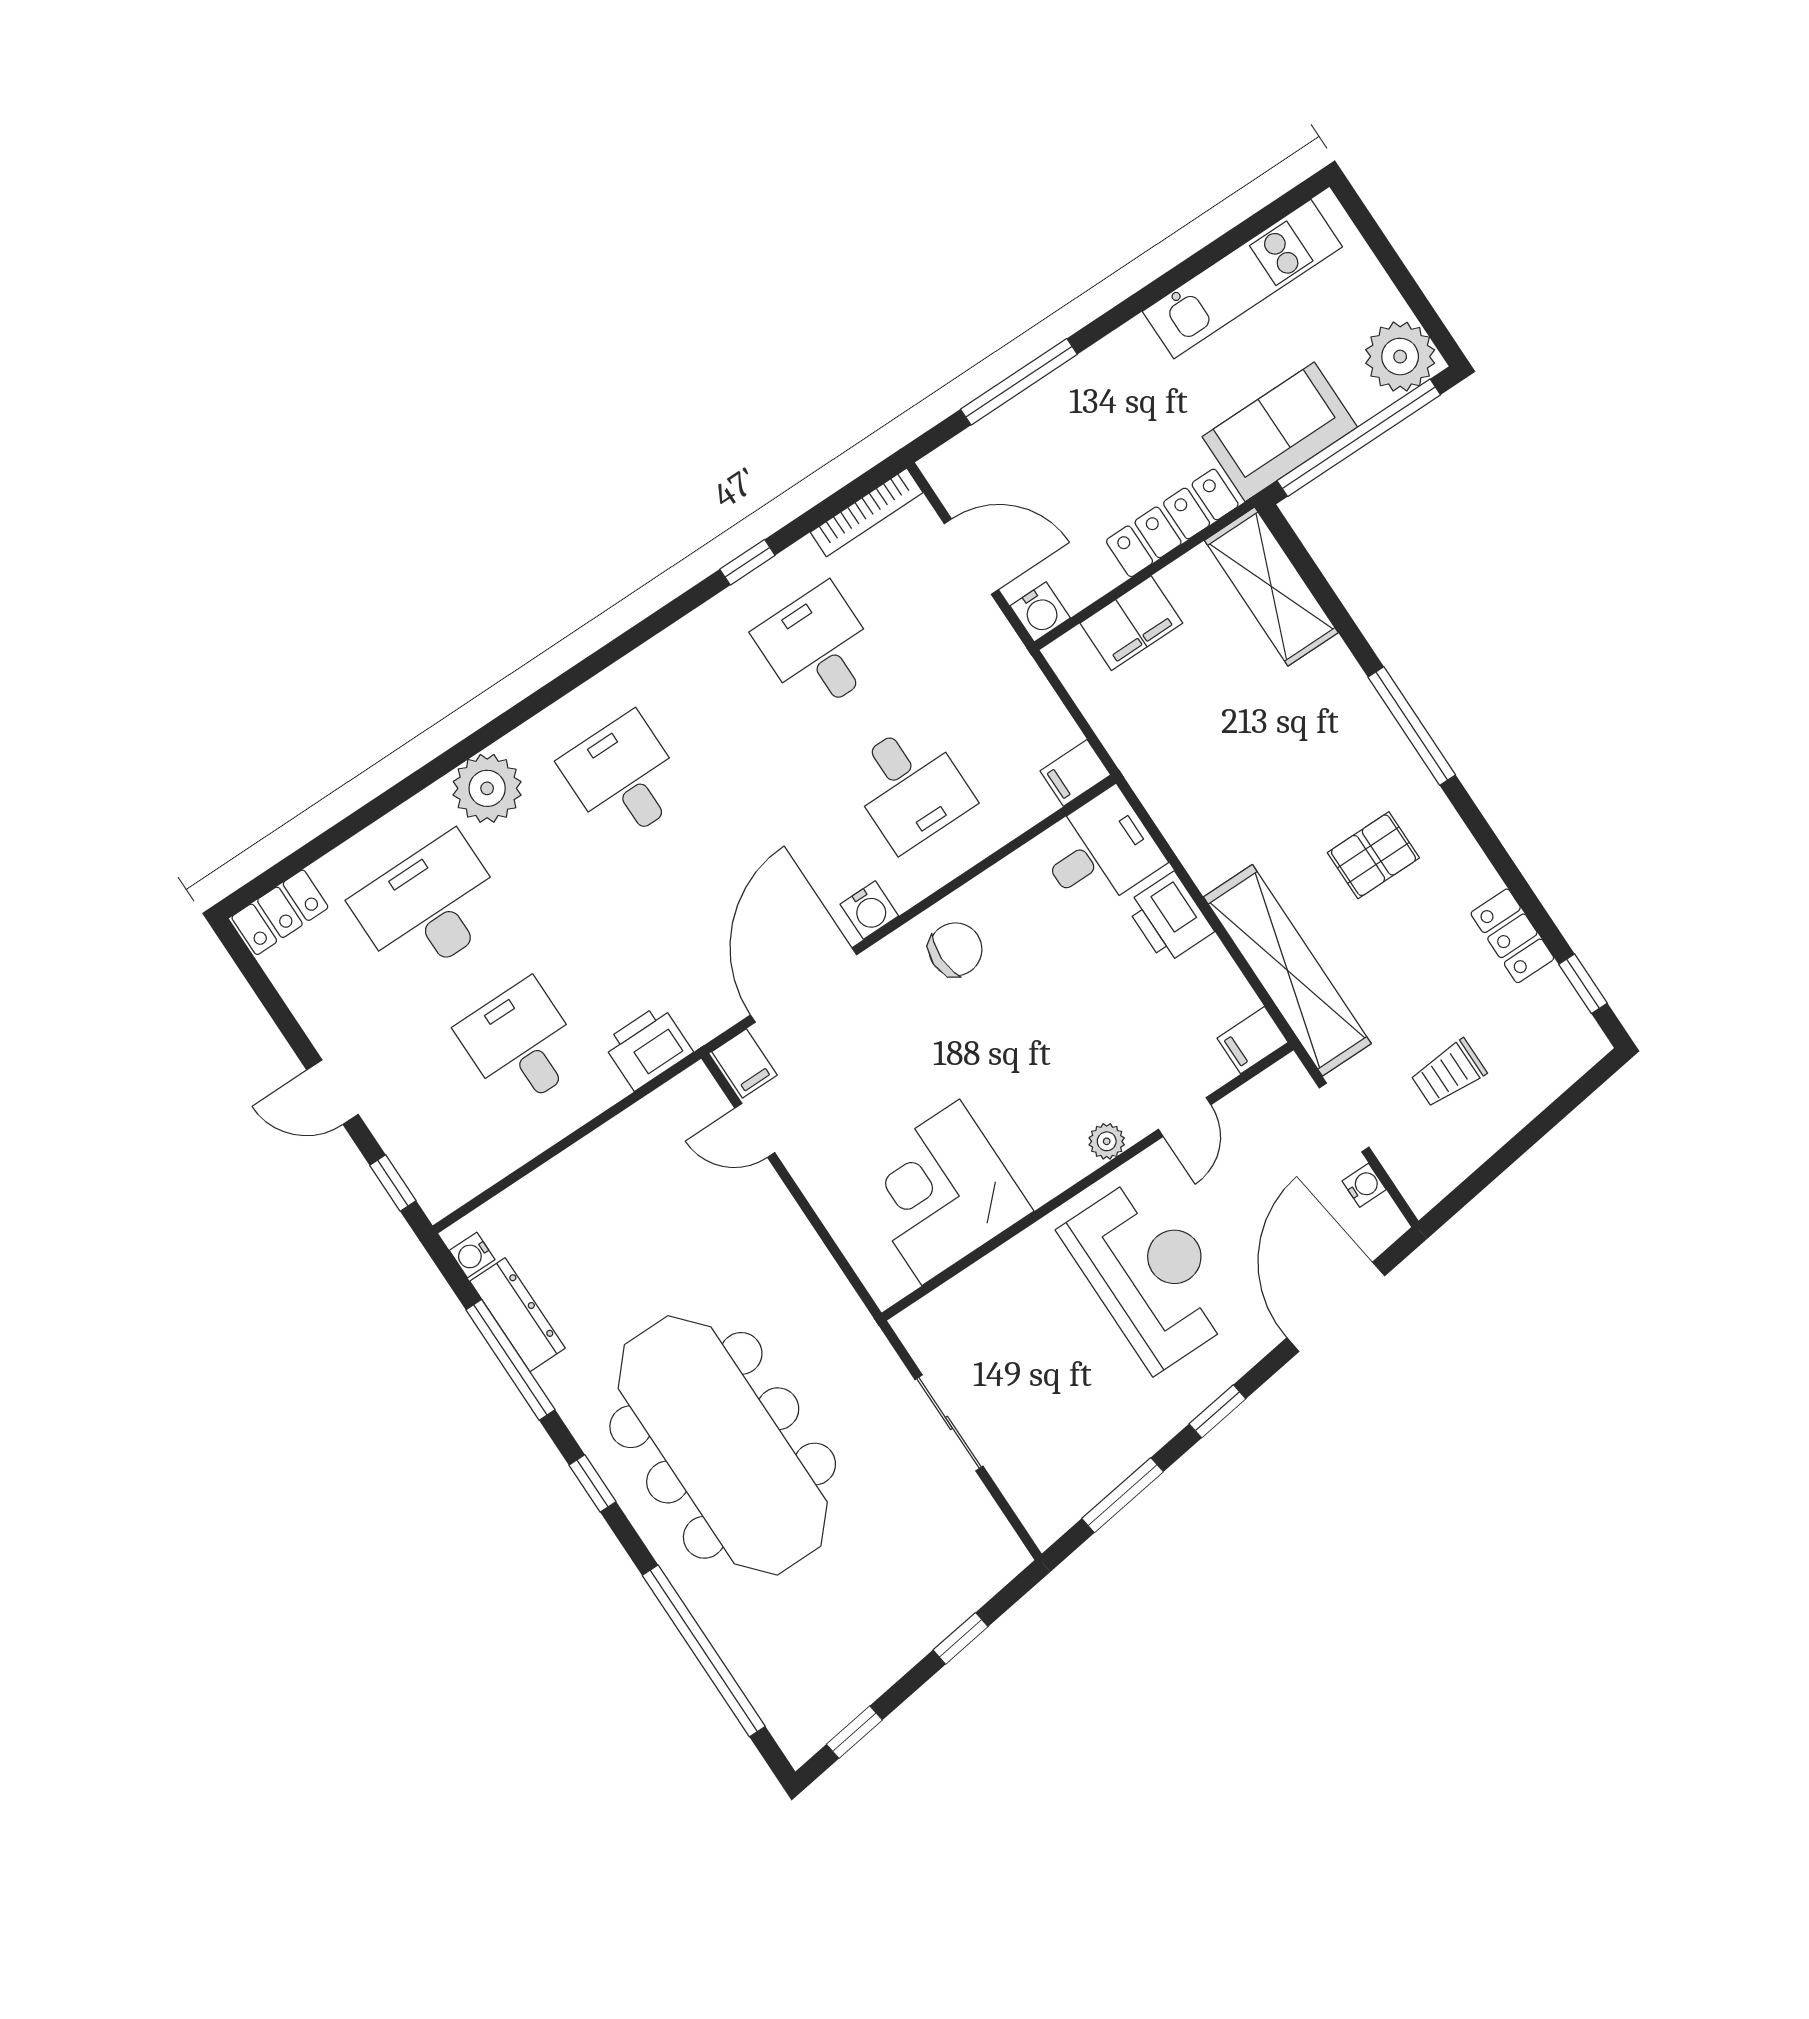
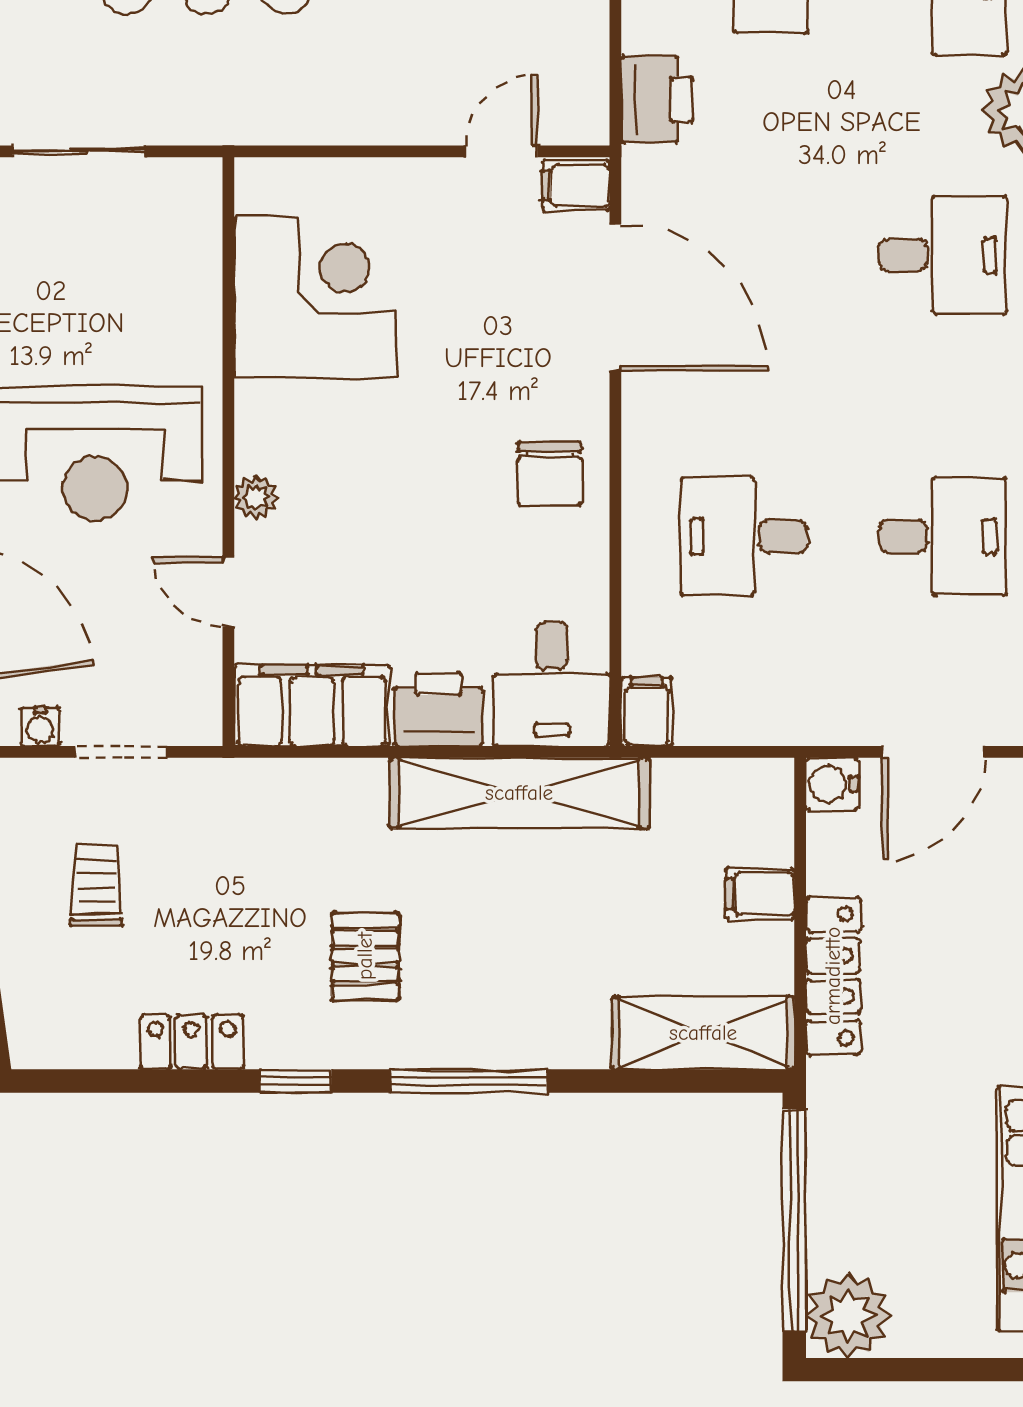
sofa: (1280, 432) -> (853, 1145), removed
filing cabinet: (1131, 623) -> (760, 894), width x0.50
water cooler: (869, 910) -> (647, 413), removed
shelving: (1287, 970) -> (519, 793), moved
window: (1583, 984) -> (296, 1081), moved
filing cabinet: (1253, 1040) -> (312, 706), width x3.00, depth x1.17

